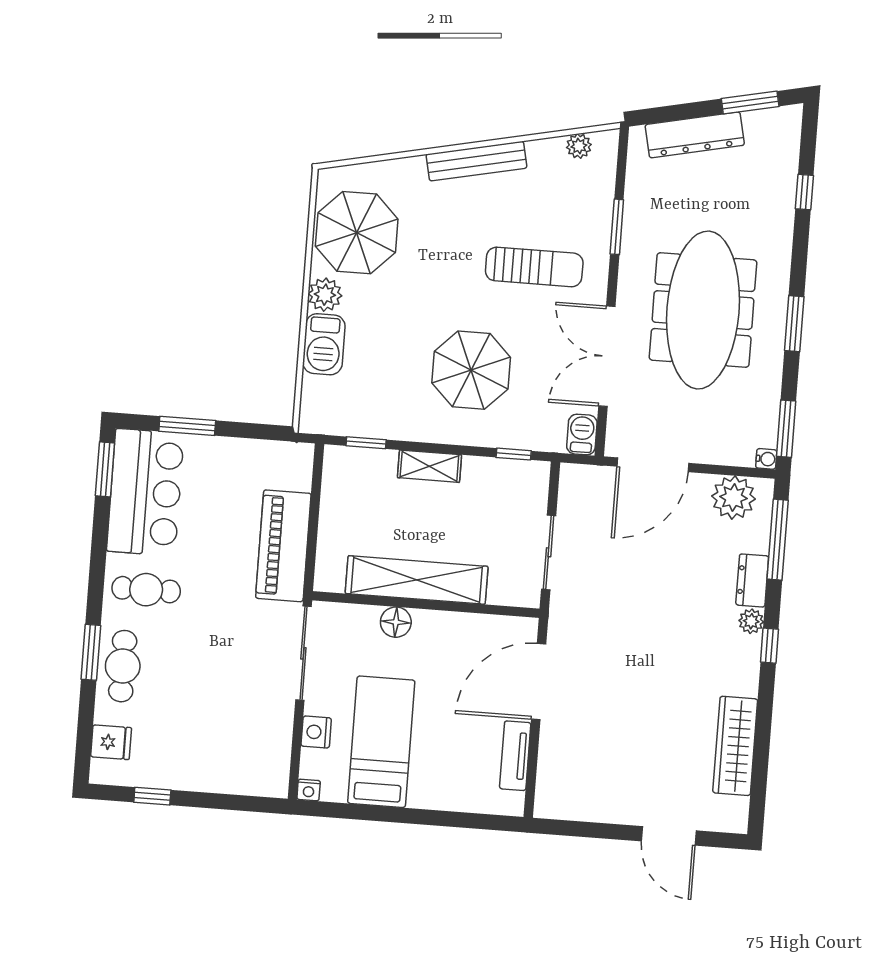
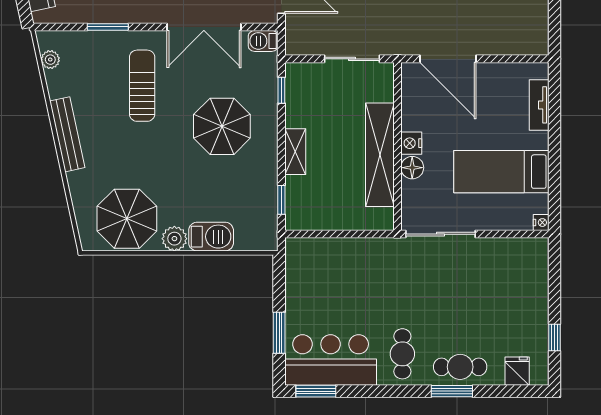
piano: (283, 546) -> (362, 255), removed
nightstand: (316, 732) -> (411, 143), moved, turned 90
tv unit: (515, 756) -> (539, 105), moved, turned 90

